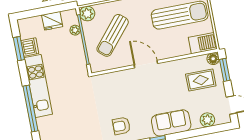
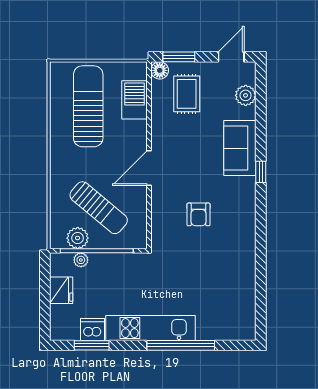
plant: (87, 14) -> (78, 238), moved
barbecue: (203, 43) -> (135, 100), moved
armchair: (121, 126) -> (199, 214), moved

